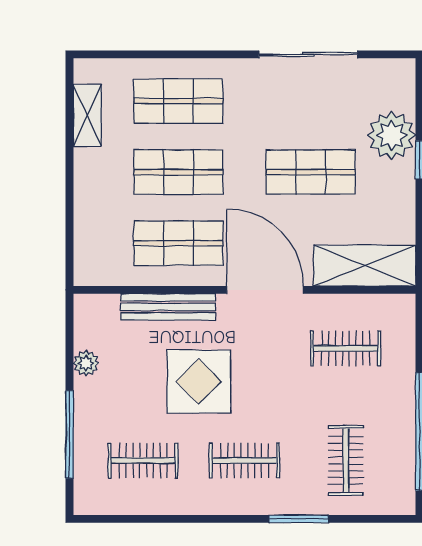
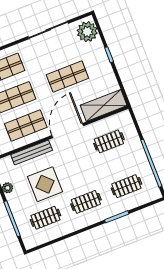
plant: (392, 135) -> (87, 32), moved
door: (265, 290) -> (68, 131), hinge flipped
display table: (199, 381) -> (45, 184), moved
clothes rail: (346, 460) -> (126, 186), turned 90

